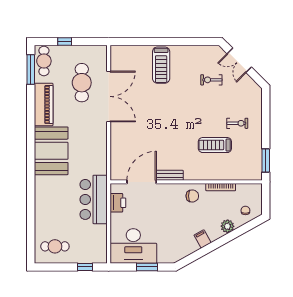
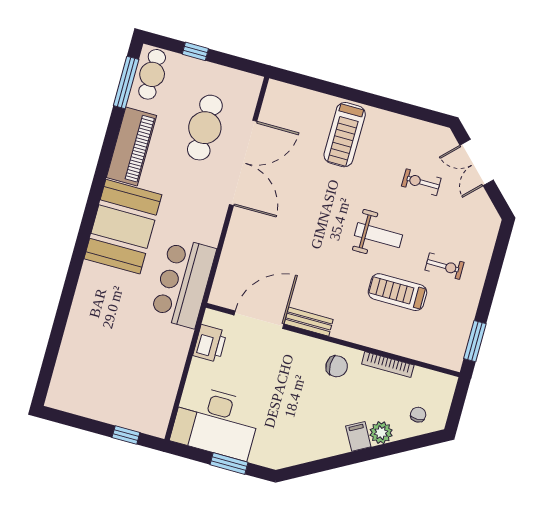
weight bench: (196, 116) -> (379, 235), added
bar counter: (94, 199) -> (183, 283), moved
filing cabinet: (203, 239) -> (358, 436), moved
cafe table: (55, 246) -> (86, 387), removed

